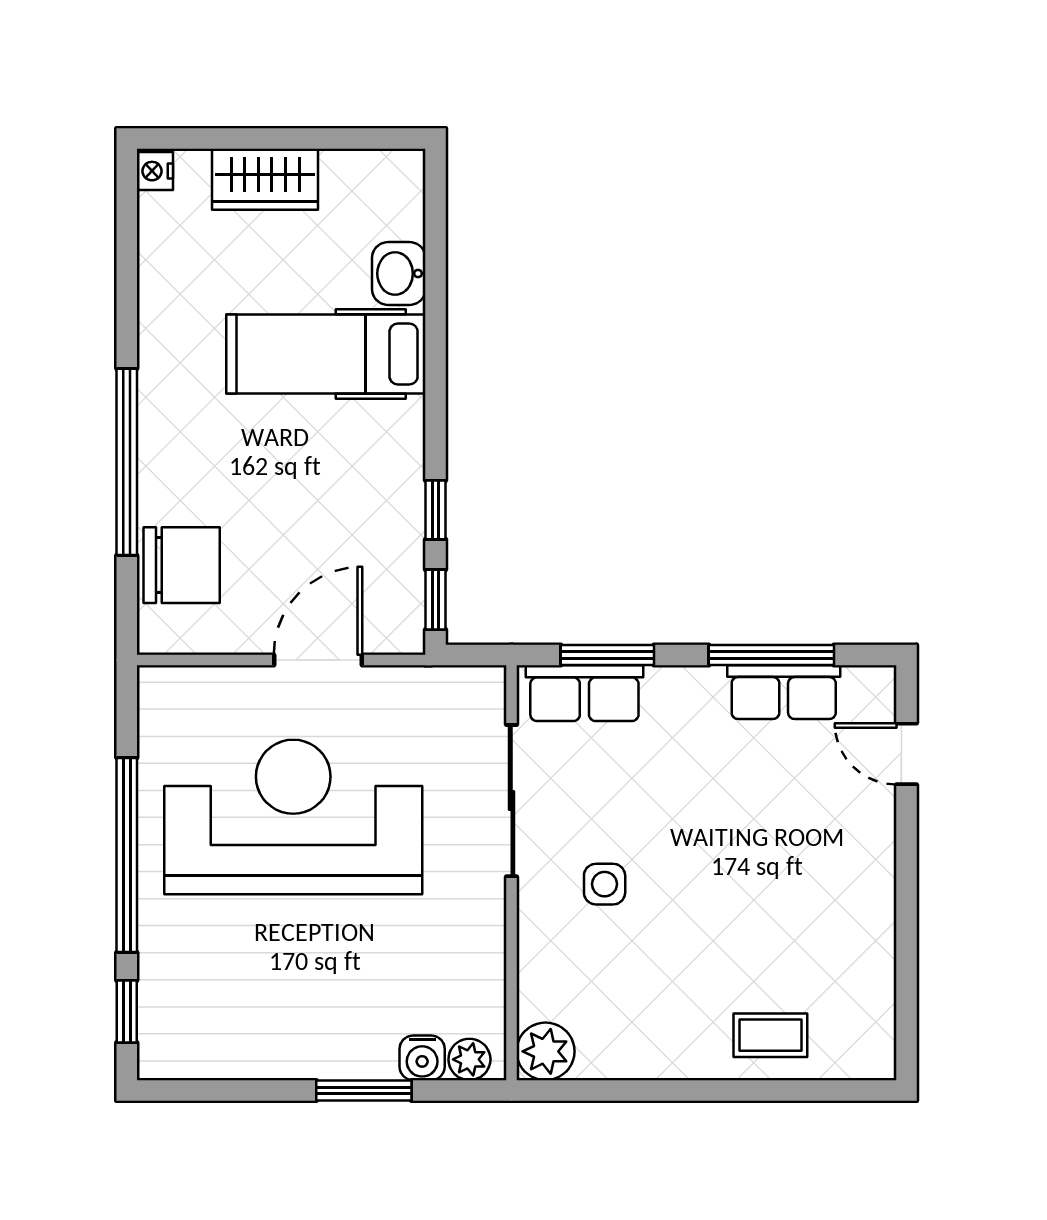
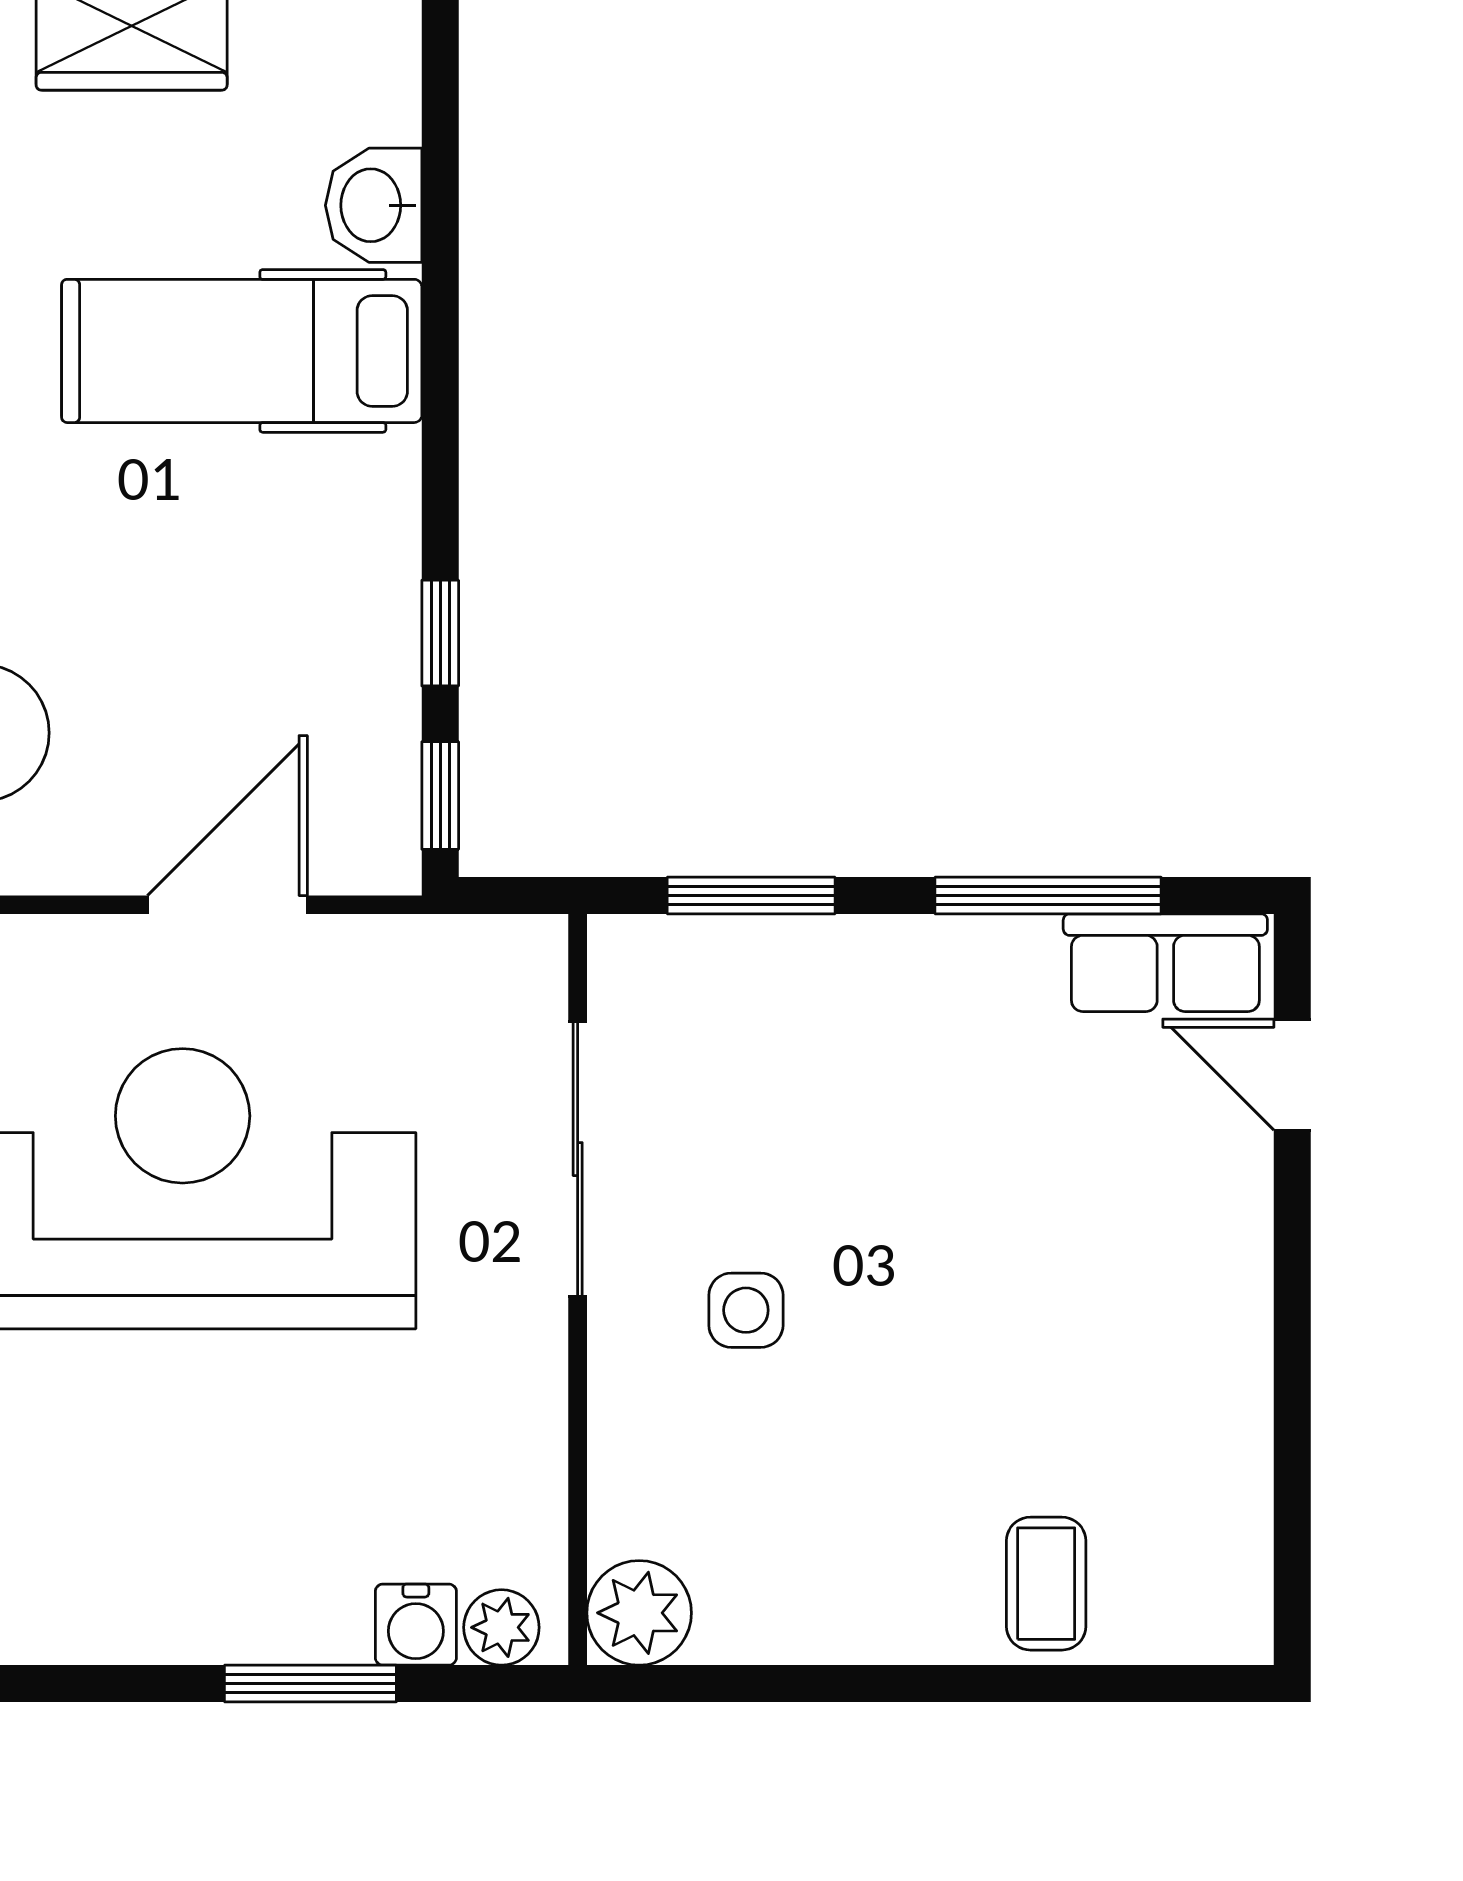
row of seats: (784, 692) -> (1165, 963), moved
row of seats: (584, 693) -> (710, 965), removed
coffee table: (770, 1035) -> (1046, 1584), turned 90

